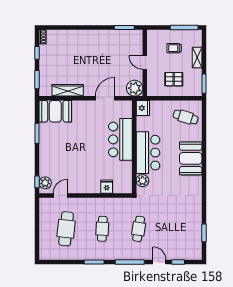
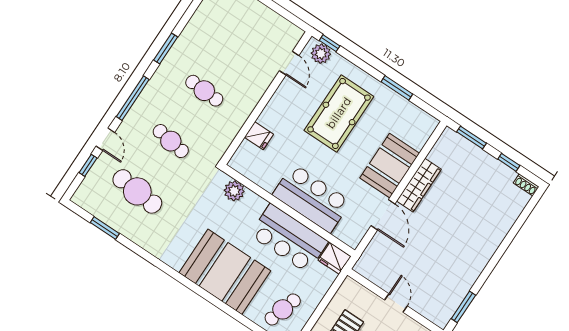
door: (145, 63) -> (396, 303), hinge flipped
plant: (135, 88) -> (370, 265), removed
wardrobe: (68, 90) -> (419, 185), moved
booth: (55, 111) -> (390, 166), moved
bar counter: (148, 153) -> (289, 238), moved
pool table: (69, 154) -> (339, 113), added
booth: (191, 158) -> (225, 272), width x1.36, depth x1.42
cafe table: (66, 229) -> (137, 191), moved
door: (159, 262) -> (105, 139), hinge flipped

